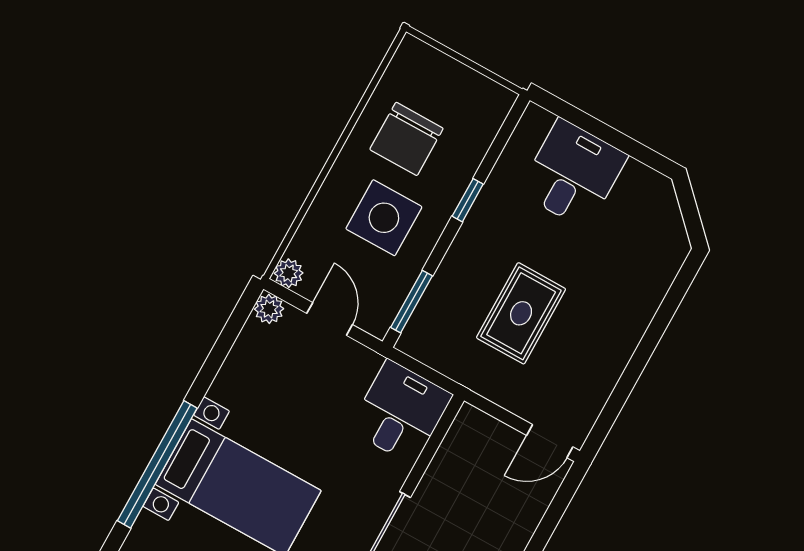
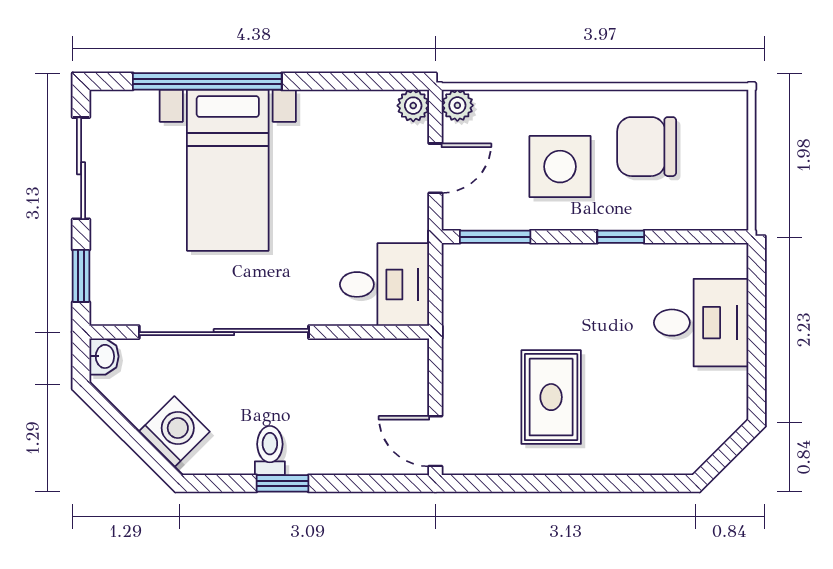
rug: (521, 313) -> (551, 397), moved, turned 90

